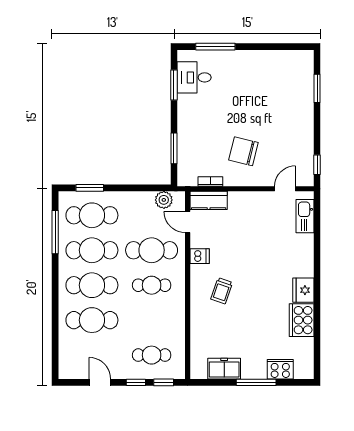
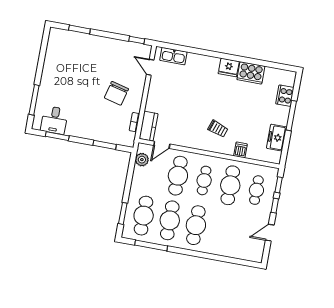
dishwasher: (200, 256) -> (240, 150), moved
cafe table: (92, 320) -> (230, 185), moved

